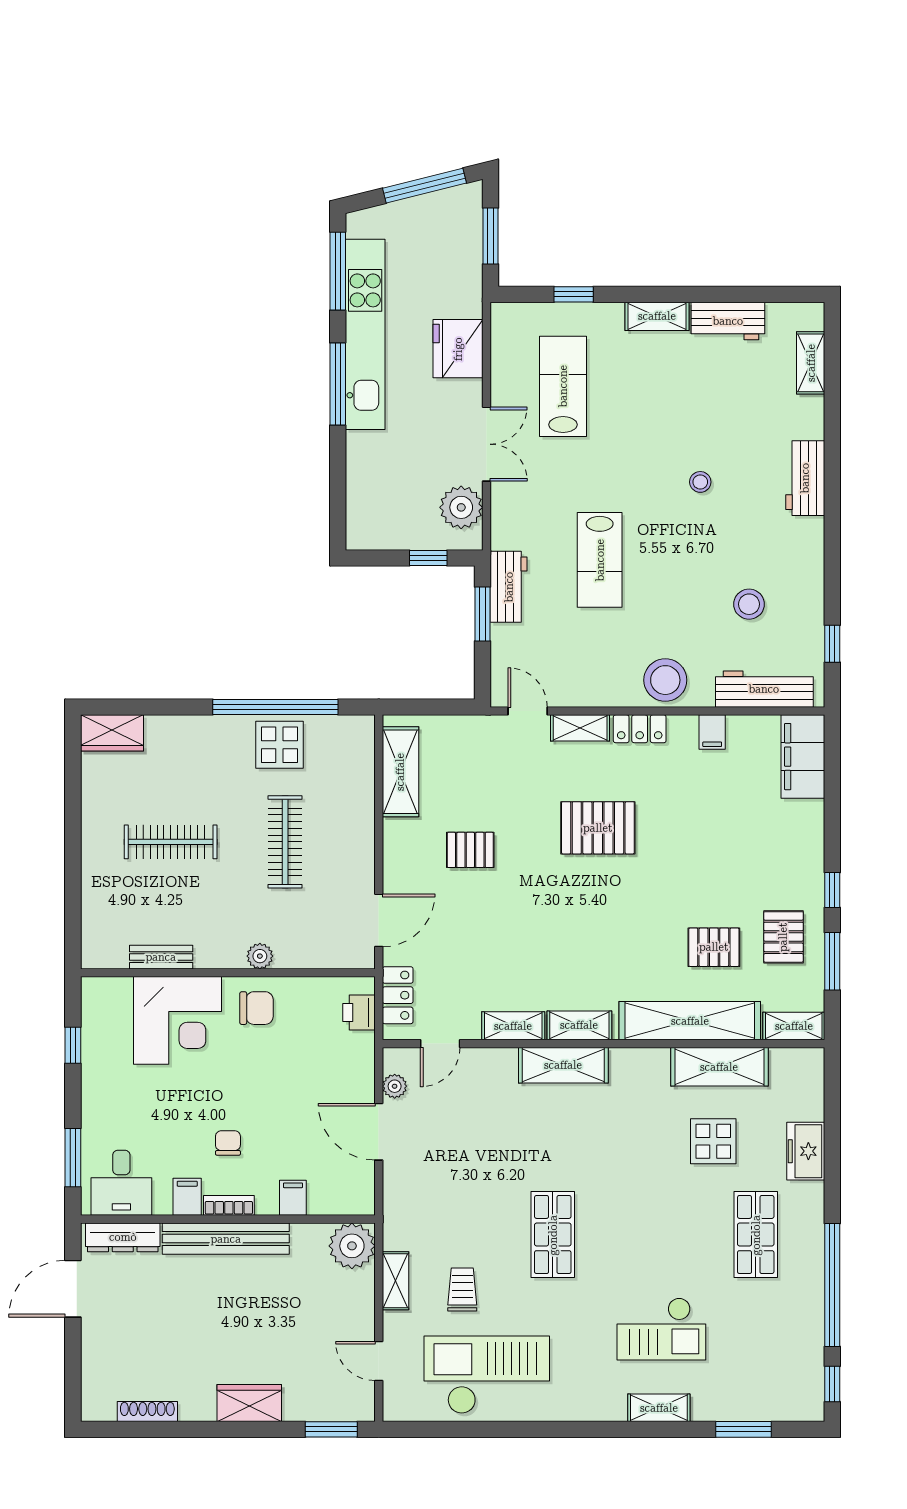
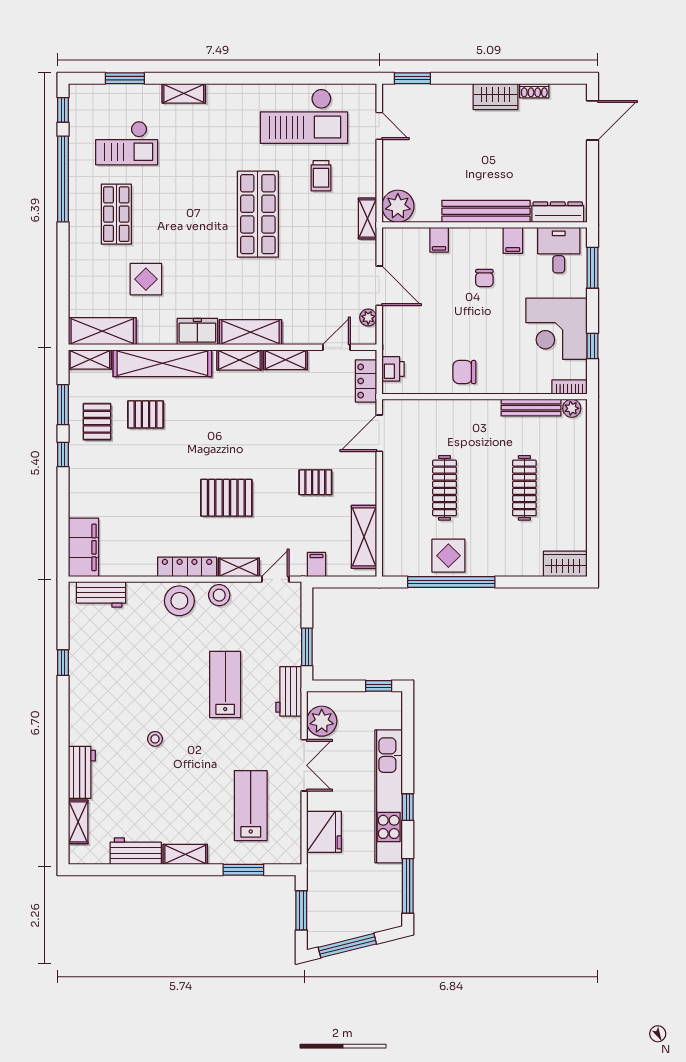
window: (574, 294) -> (243, 870), width x1.50
kitchen unit: (365, 334) -> (389, 796), moved
window: (338, 384) -> (408, 807), width x0.46
lab bench: (563, 386) -> (251, 806), turned 180
double door: (486, 444) -> (304, 765), swing flipped
workbench: (805, 478) -> (82, 772), moved
window: (428, 558) -> (379, 686), moved
workbench: (509, 587) -> (289, 691), moved
stool: (749, 604) -> (219, 595), moved
window: (832, 644) -> (63, 663), moved
workbench: (764, 689) -> (101, 594), width x0.73
door: (528, 711) -> (275, 579), swing flipped
locker: (640, 729) -> (187, 567), width x1.53
filing cabinet: (712, 732) -> (316, 564), moved
clothes rail: (171, 842) -> (524, 488), turned 90
plant: (260, 956) -> (572, 408), moved
bench: (161, 957) -> (531, 408), width x1.36
corner desk: (177, 1020) -> (556, 329), moved, turned -90
shelving: (719, 1067) -> (102, 331), moved
freezer: (806, 1151) -> (197, 332), moved, turned -90
bookcase: (229, 1205) -> (570, 387), moved, turned 180
shop shelf: (553, 1235) -> (258, 214), width x1.43, depth x1.36
shelving: (396, 1281) -> (368, 218), moved
door: (73, 1289) -> (592, 120), moved
checkout: (661, 1329) -> (127, 143), moved, turned 180
wardrobe: (249, 1403) -> (496, 97), moved
shoe rack: (147, 1412) -> (534, 91), width x0.70

